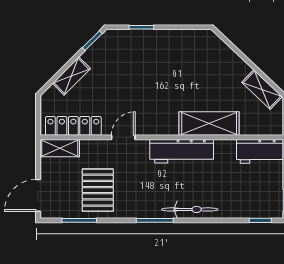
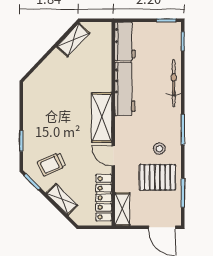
trolley: (113, 64) -> (52, 164), added
shelving: (209, 123) -> (102, 117), moved
workbench: (182, 151) -> (125, 89), moved
stool: (132, 192) -> (159, 149), added
bicycle: (190, 209) -> (174, 83), moved

